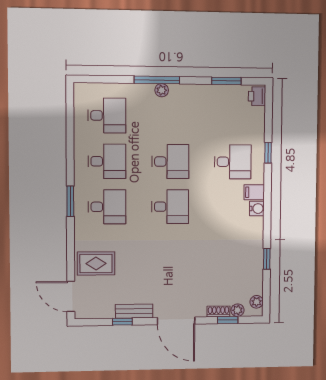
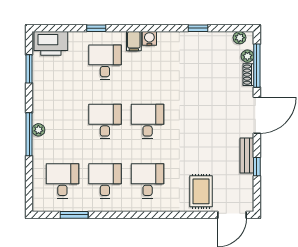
printer: (257, 96) -> (51, 43), width x1.87, depth x1.48
window: (70, 201) -> (74, 215), moved
window: (228, 320) -> (257, 66), width x2.17

